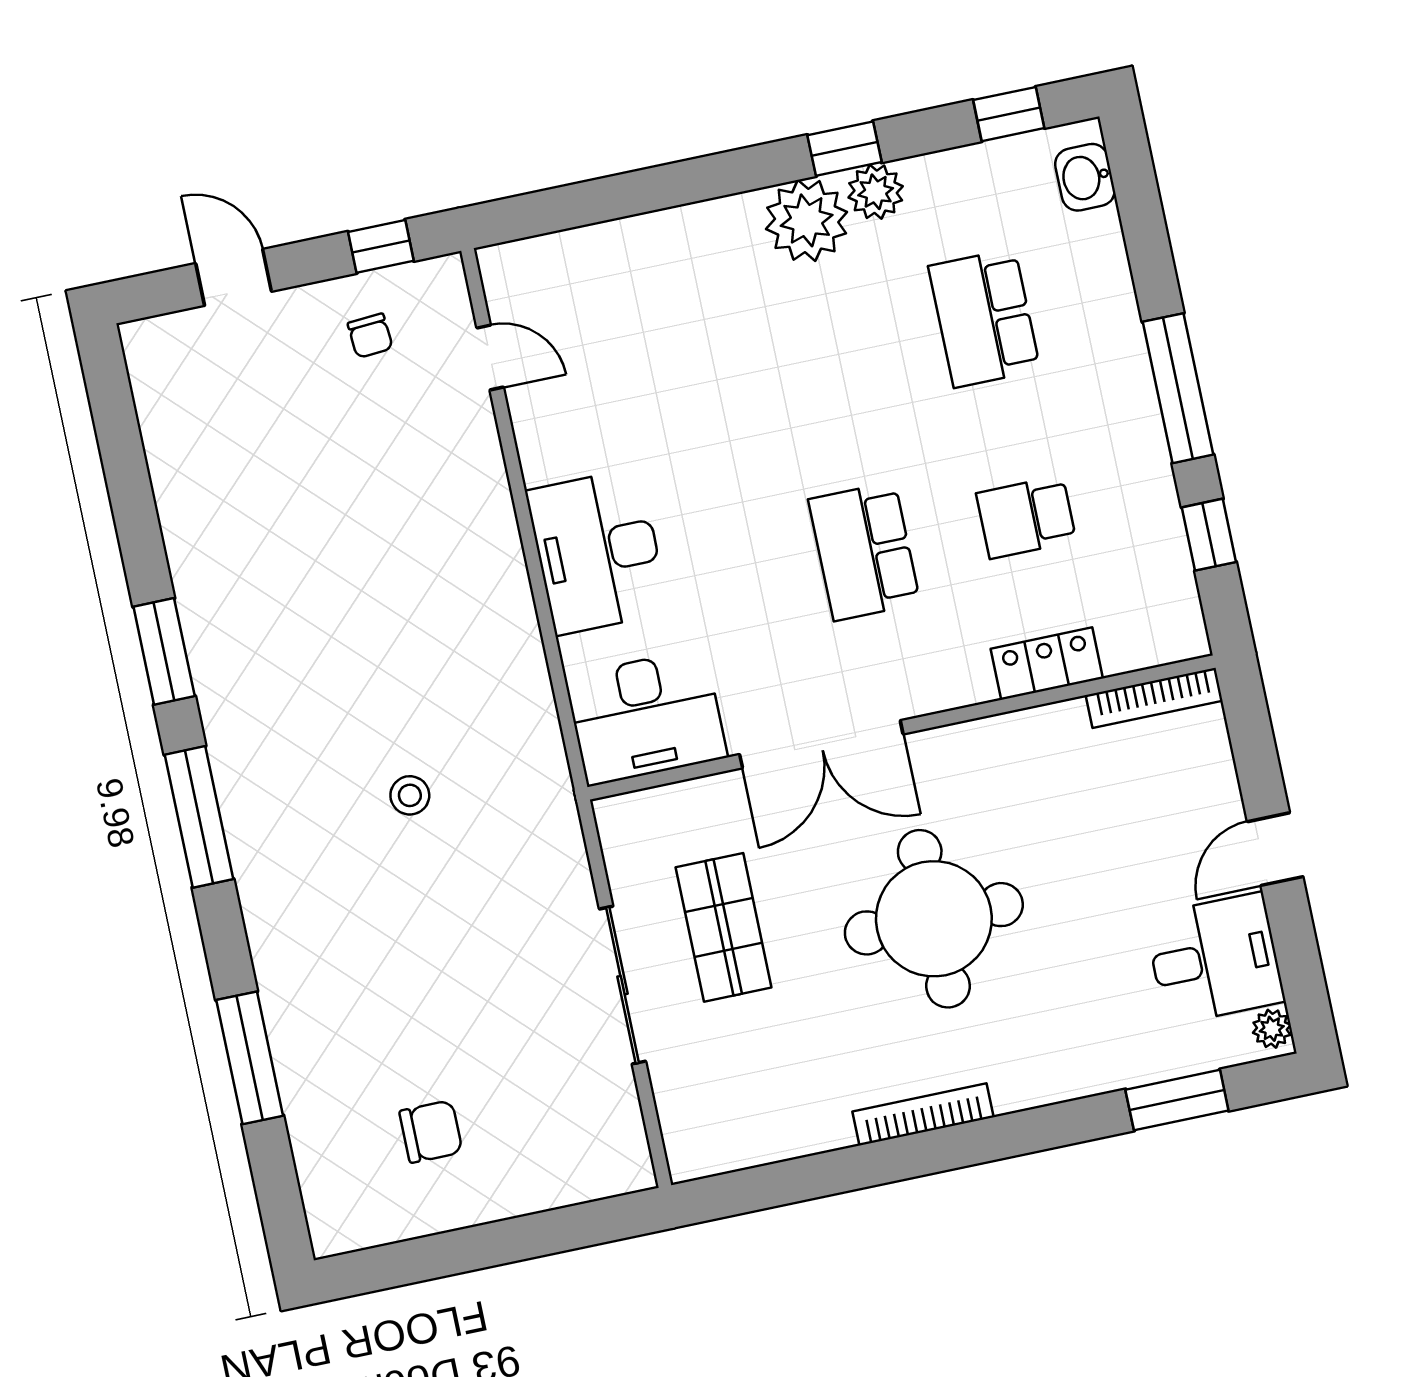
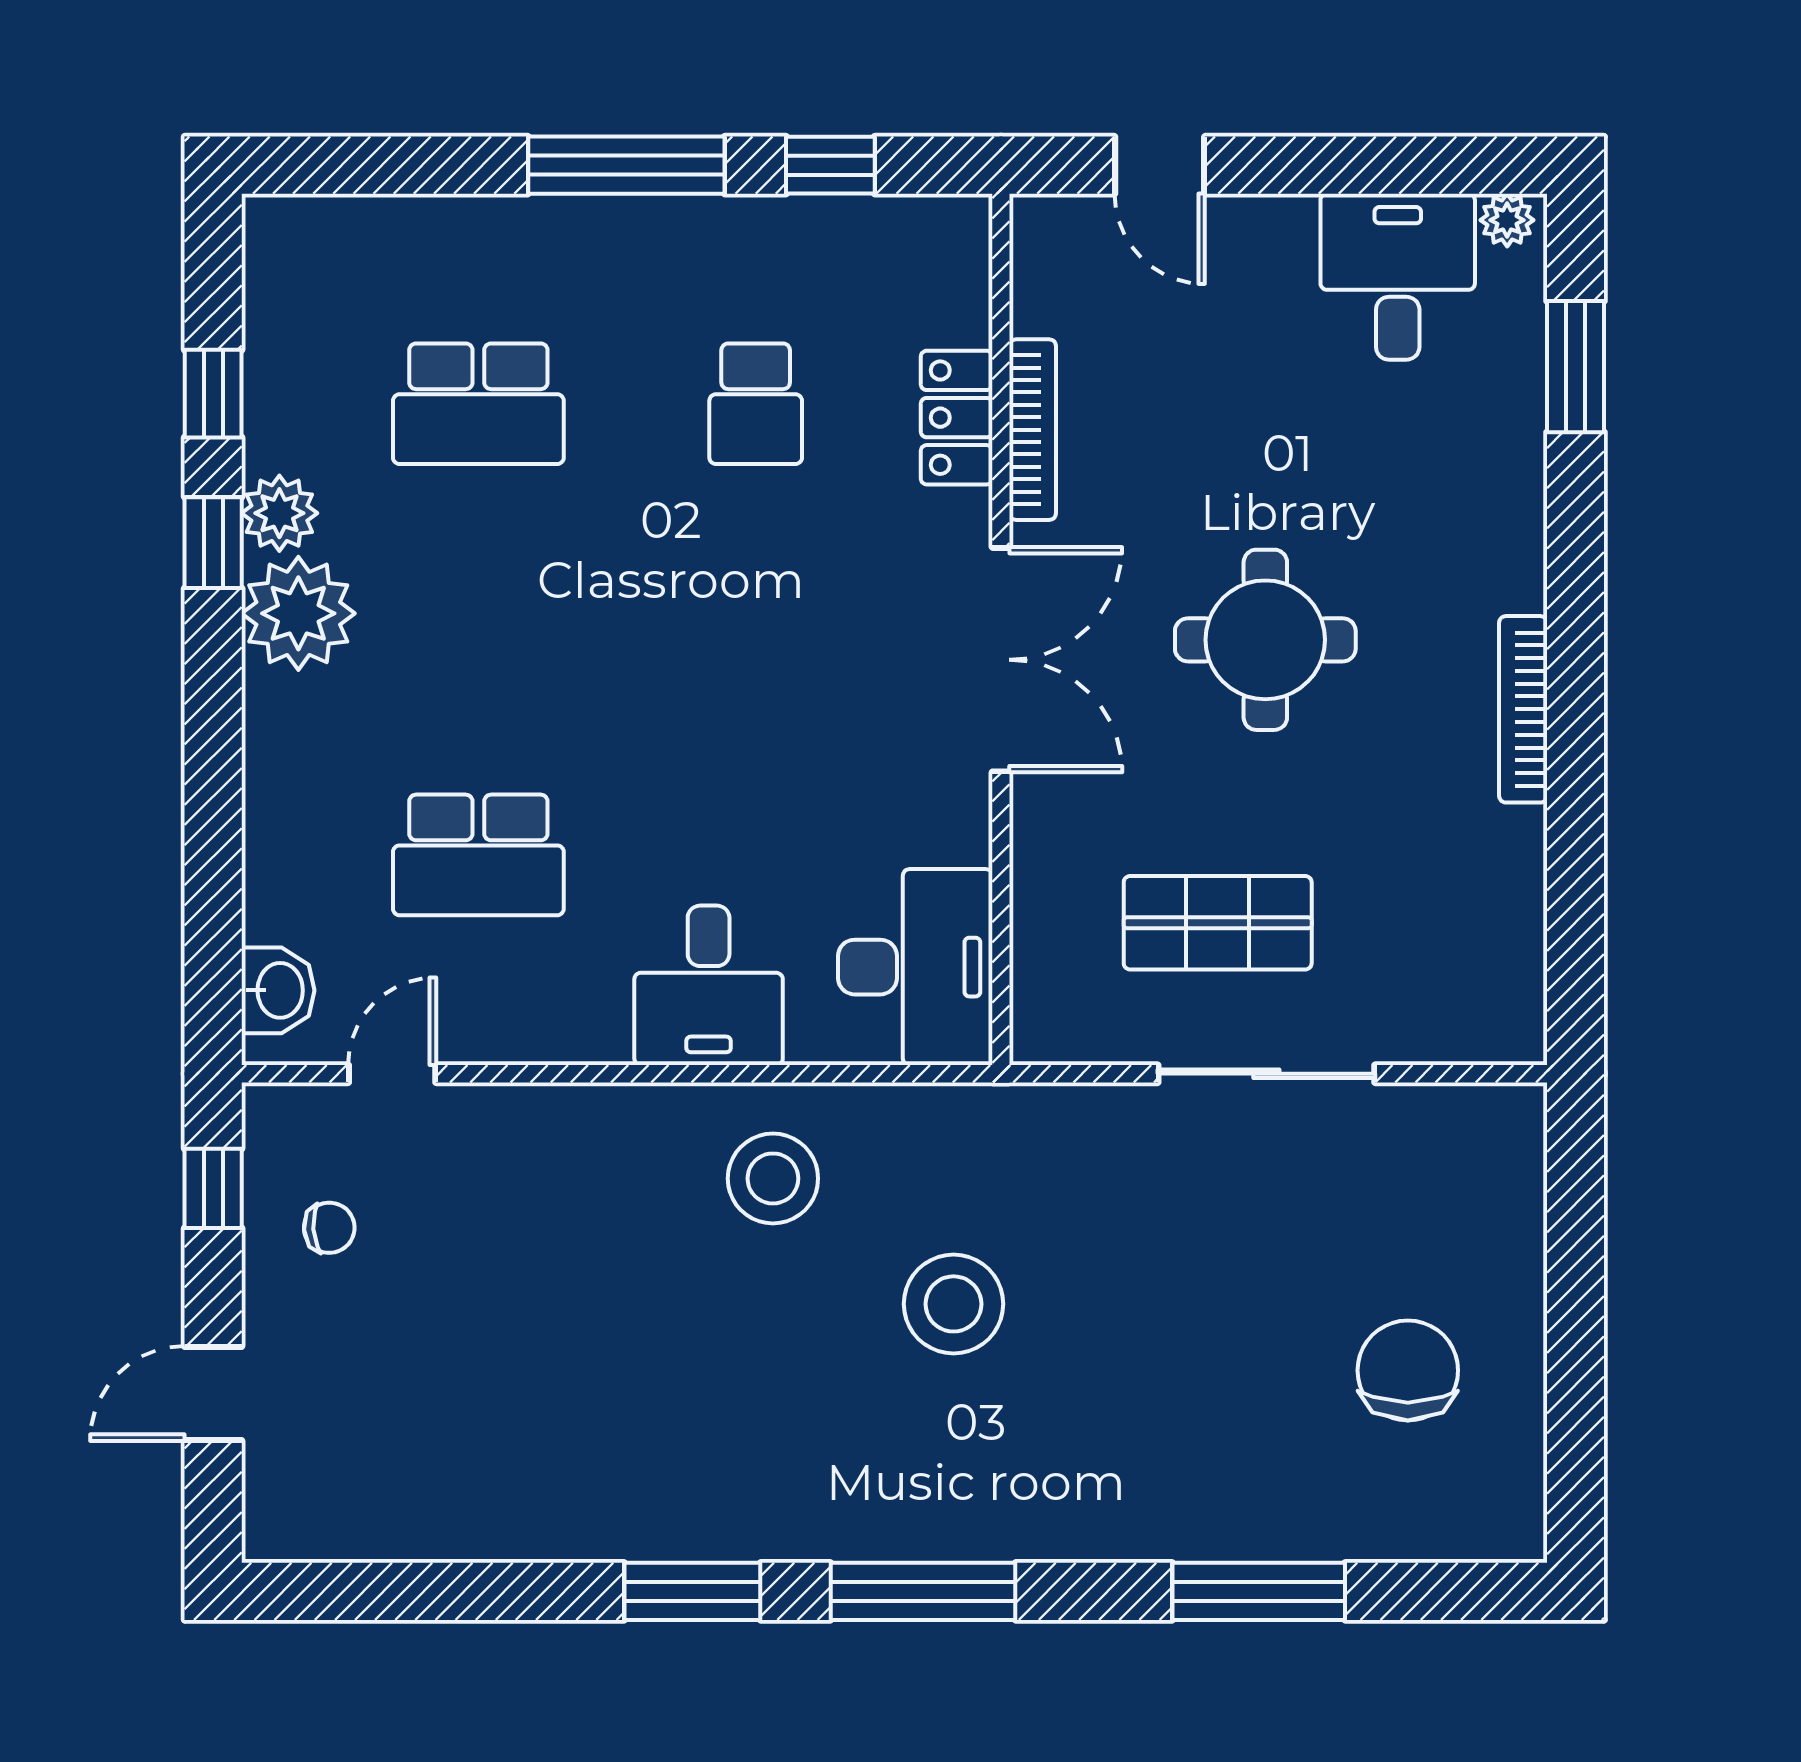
window: (1009, 114) -> (213, 394), moved
washbasin: (1085, 177) -> (278, 990), moved, turned -90
desk: (597, 551) -> (709, 985), width x0.73
school desk: (864, 551) -> (478, 855), moved
stool: (473, 647) -> (773, 1178), added
bookcase: (1154, 698) -> (1033, 430), moved
double door: (821, 744) -> (1001, 660), moved
stool: (410, 795) -> (954, 1304), width x1.89, depth x1.89
door: (1275, 849) -> (1160, 165), moved
round table: (934, 919) -> (1265, 640), width x0.73, depth x0.73
chair: (431, 1132) -> (1408, 1370), width x1.37, depth x1.37

